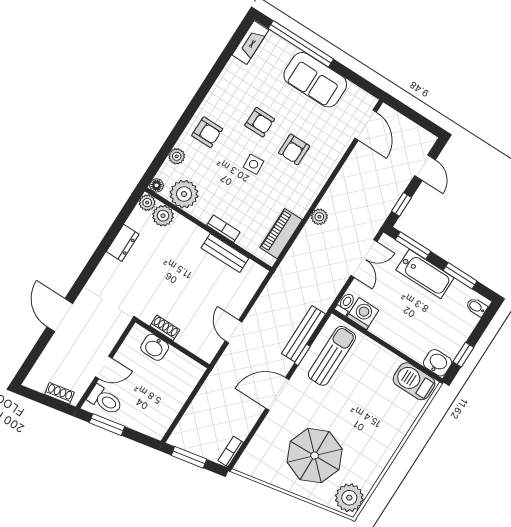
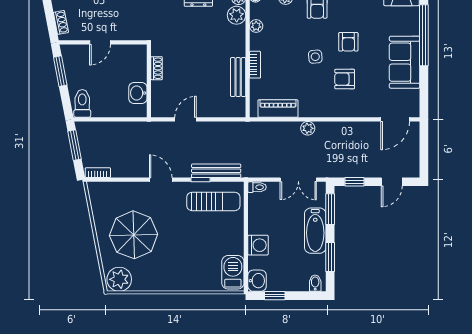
plant: (184, 194) -> (256, 26), width x0.53, depth x0.53
washing machine: (363, 314) -> (258, 245), moved
washbasin: (155, 347) -> (138, 93), moved
door: (104, 367) -> (100, 42), hinge flipped
door: (277, 394) -> (161, 180), width x0.73
toilet: (105, 400) -> (82, 103), moved, turned 180

